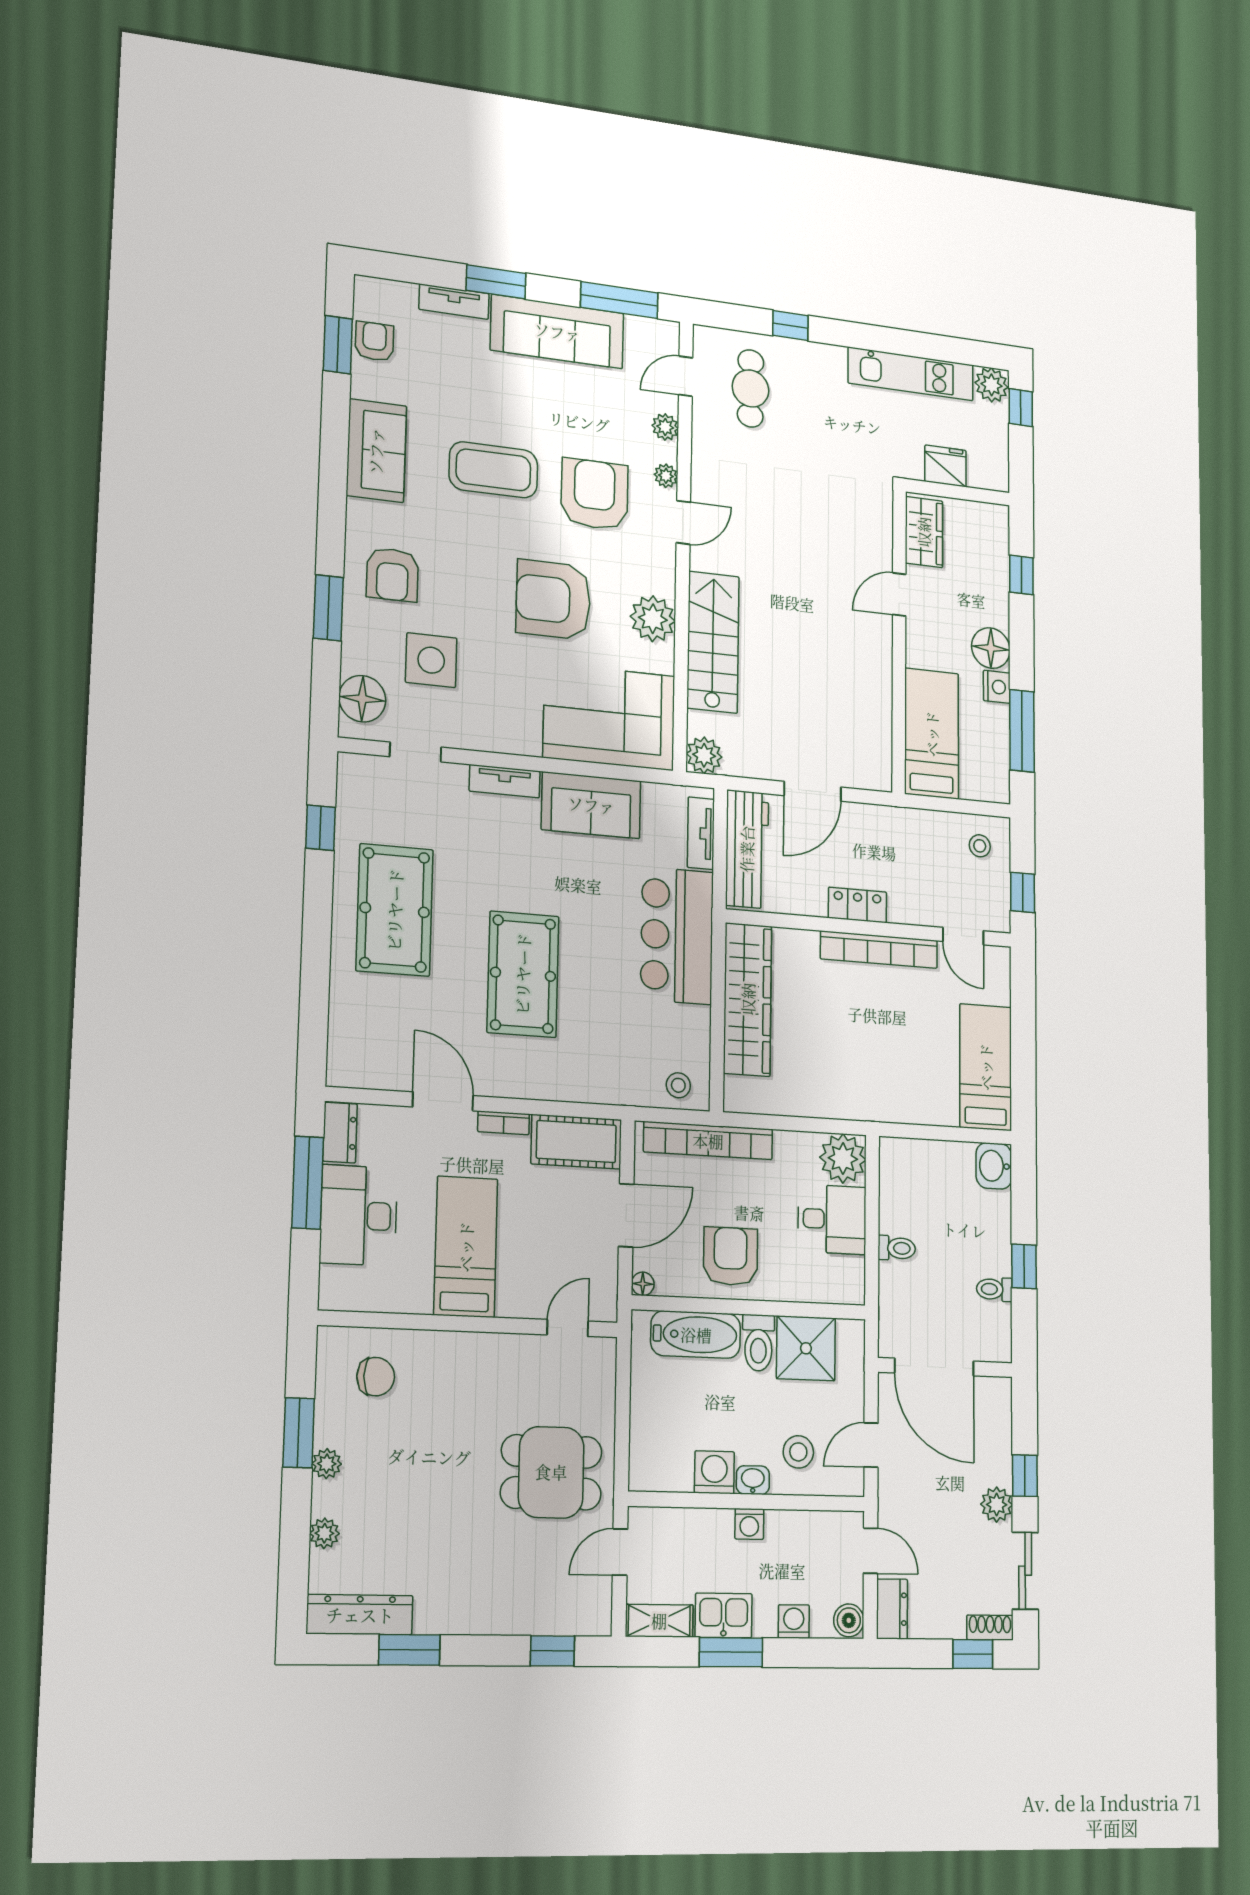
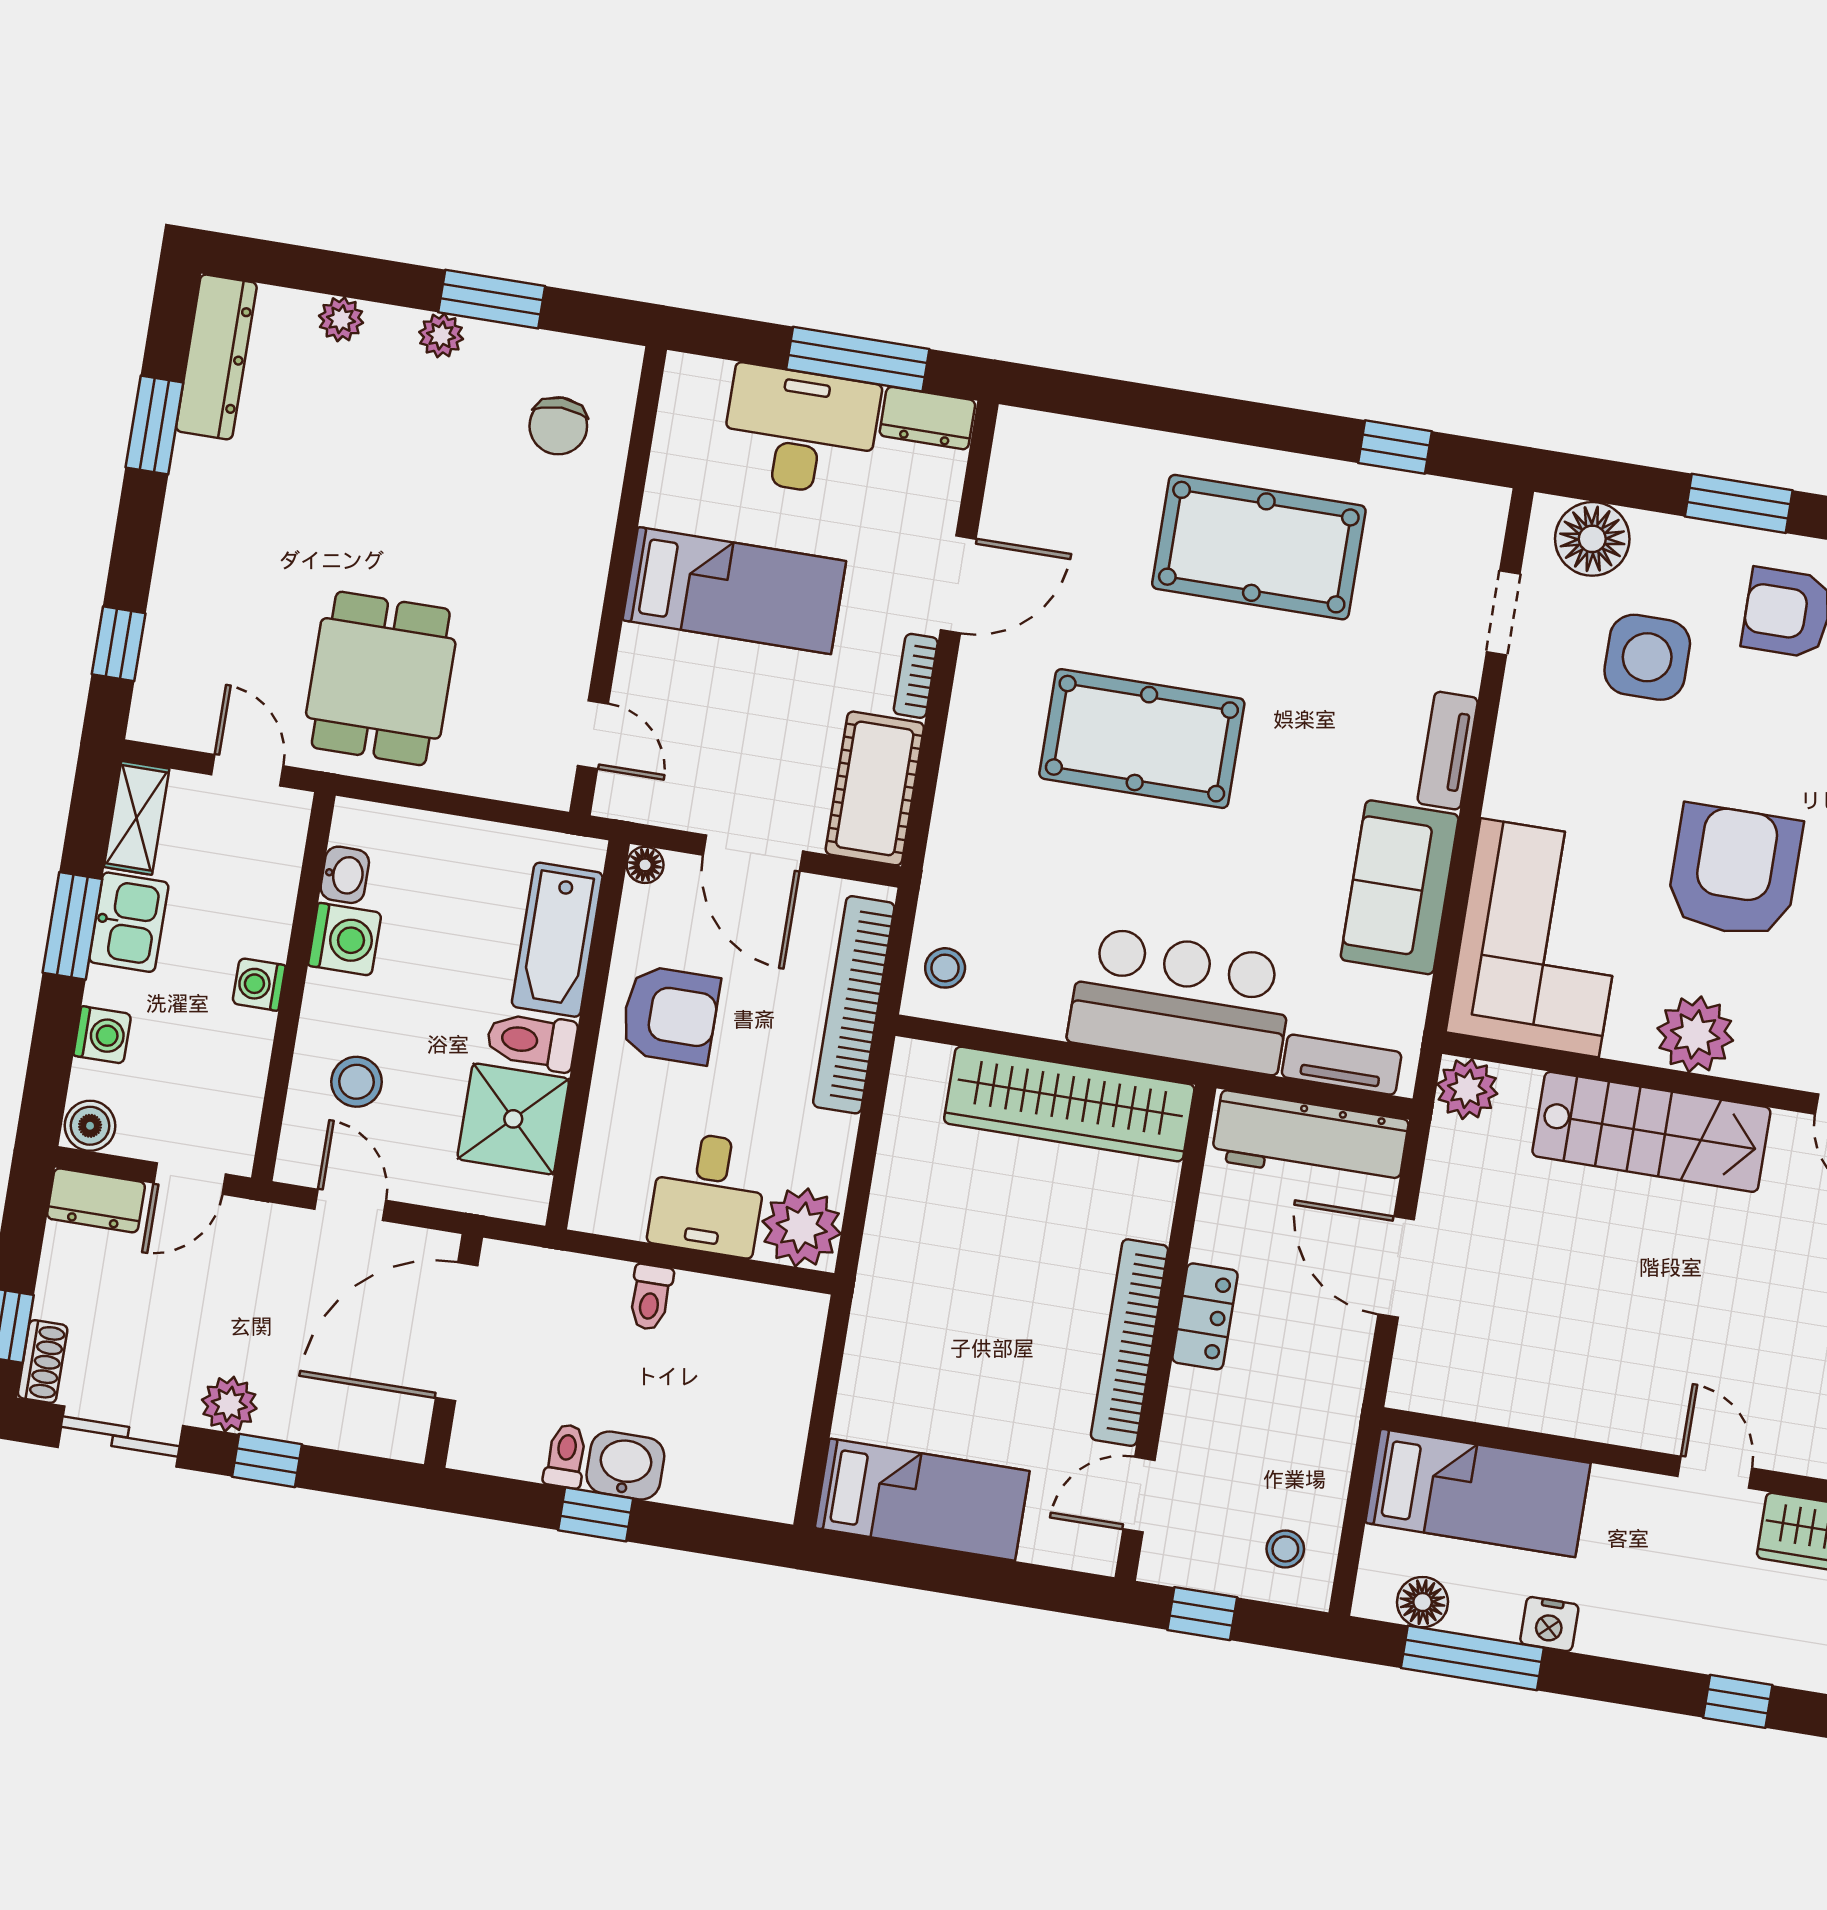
floor lamp: (991, 648) -> (1423, 1602), moved, width x0.73, depth x0.73
washbasin: (994, 1166) -> (625, 1465), moved
washbasin: (753, 1480) -> (345, 875), moved

